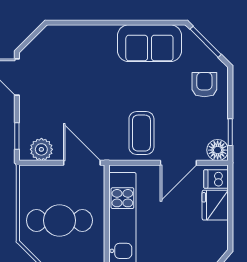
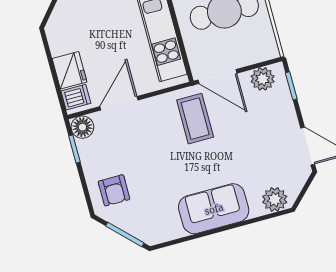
plant: (60, 37) -> (275, 199), added
sofa: (149, 43) -> (214, 209), moved
coffee table: (141, 133) -> (195, 119), moved

